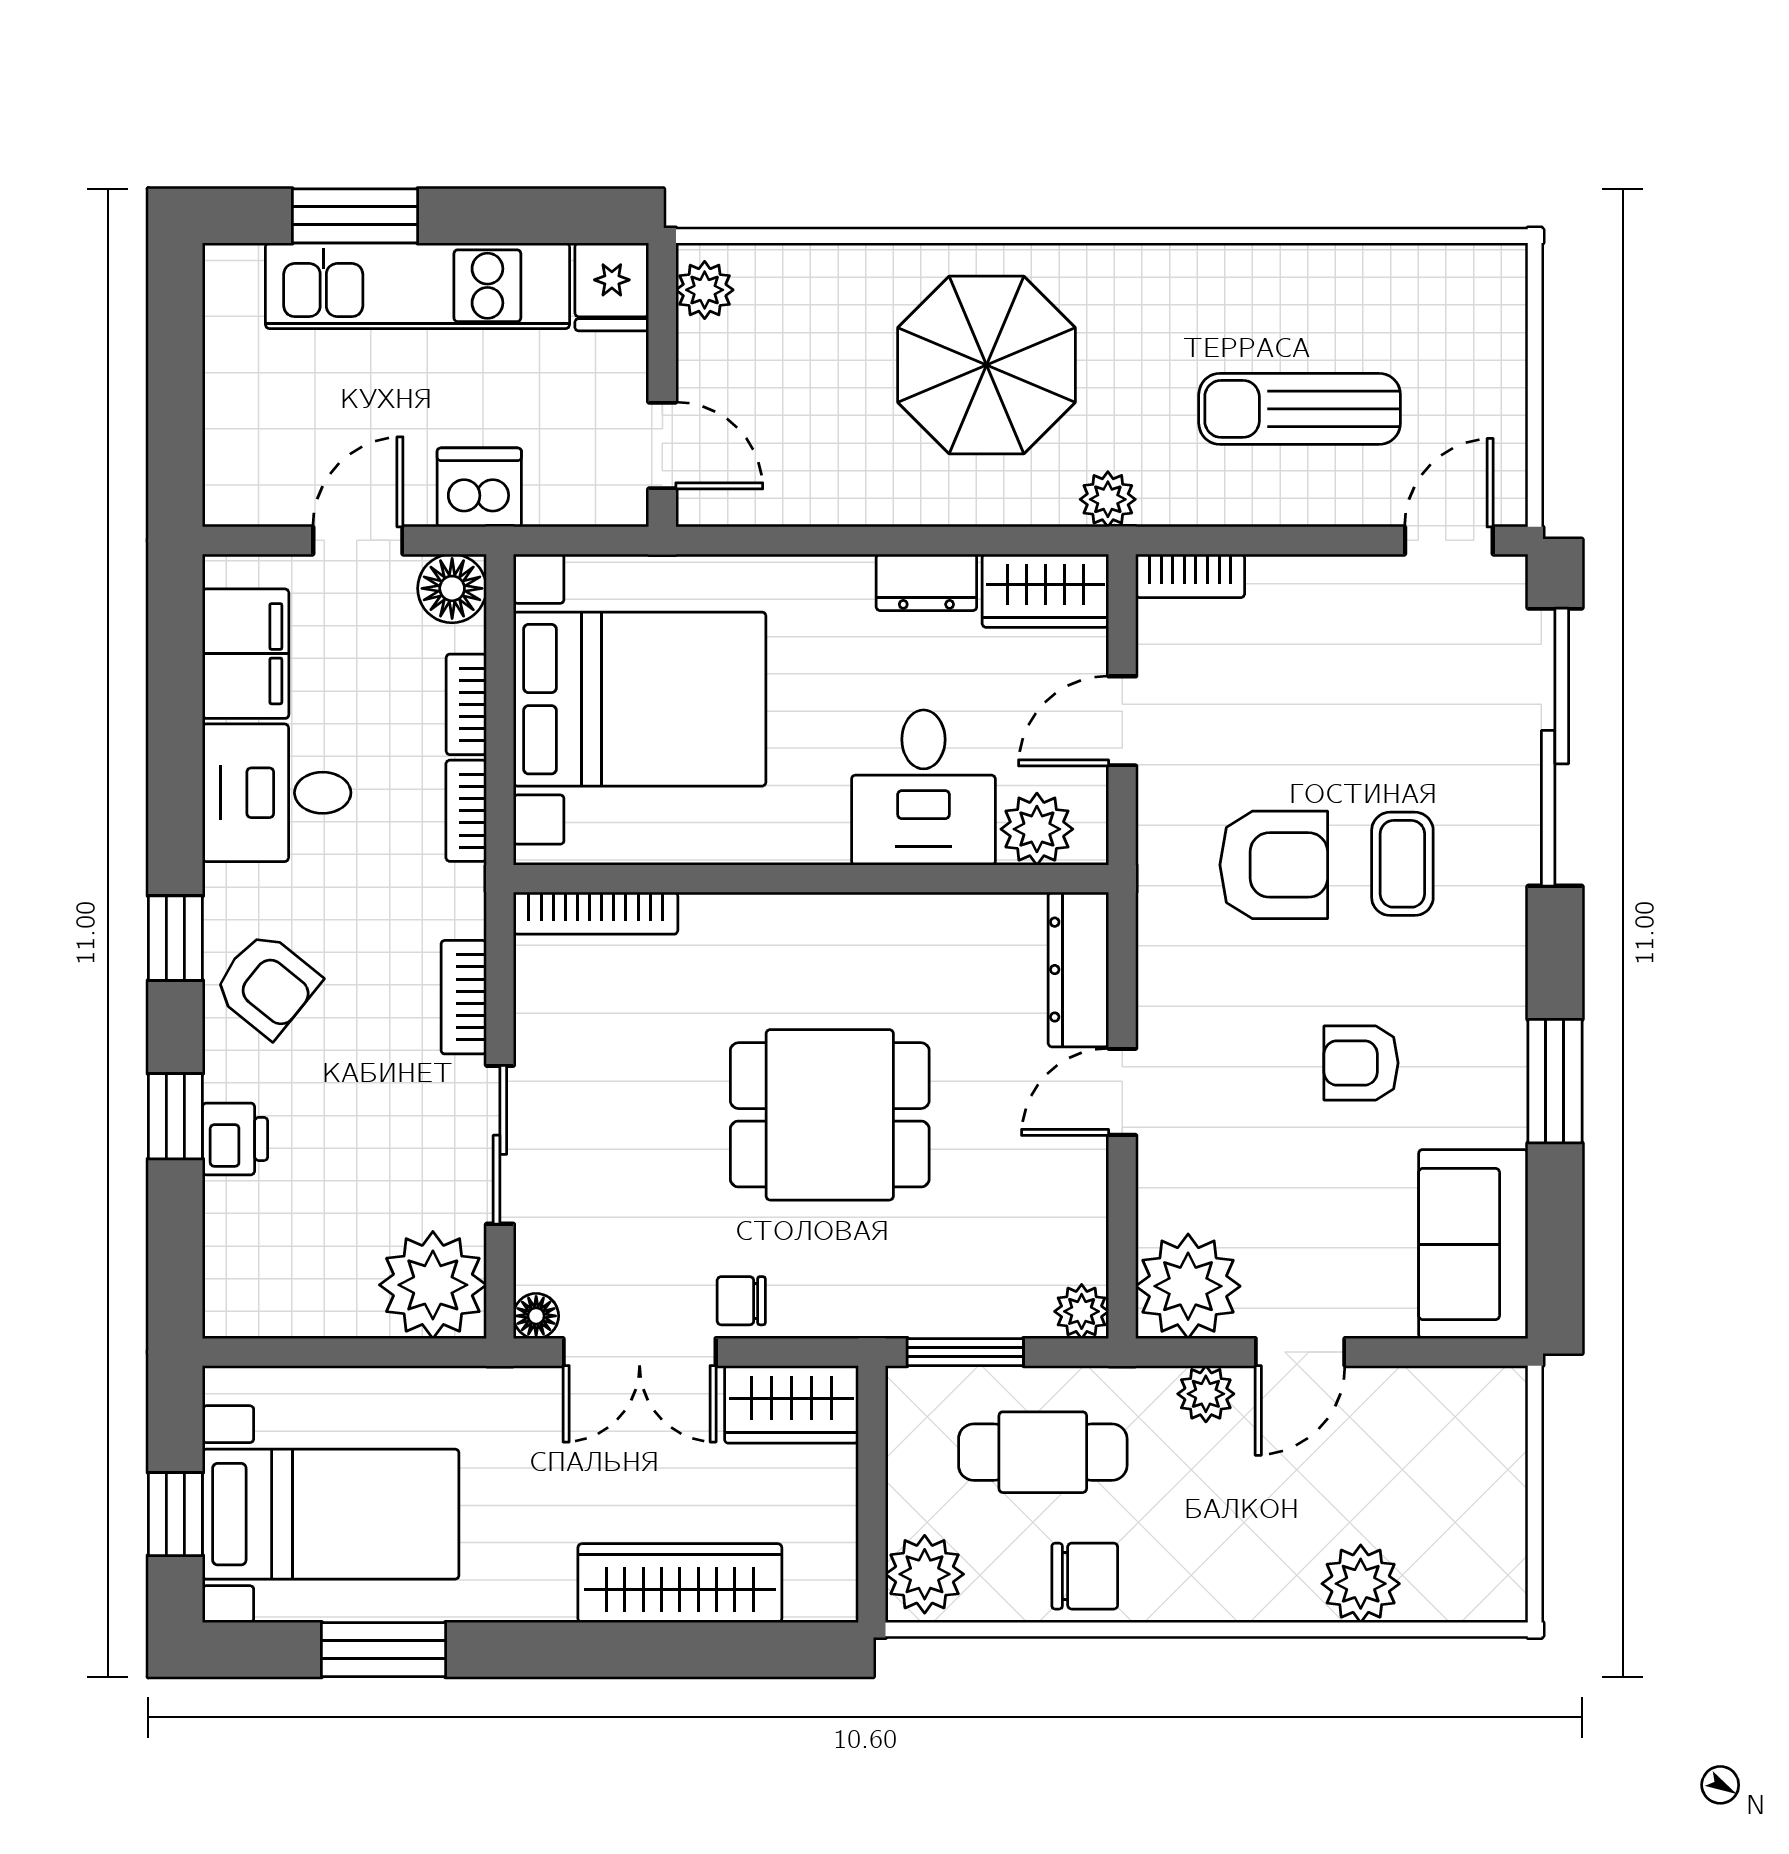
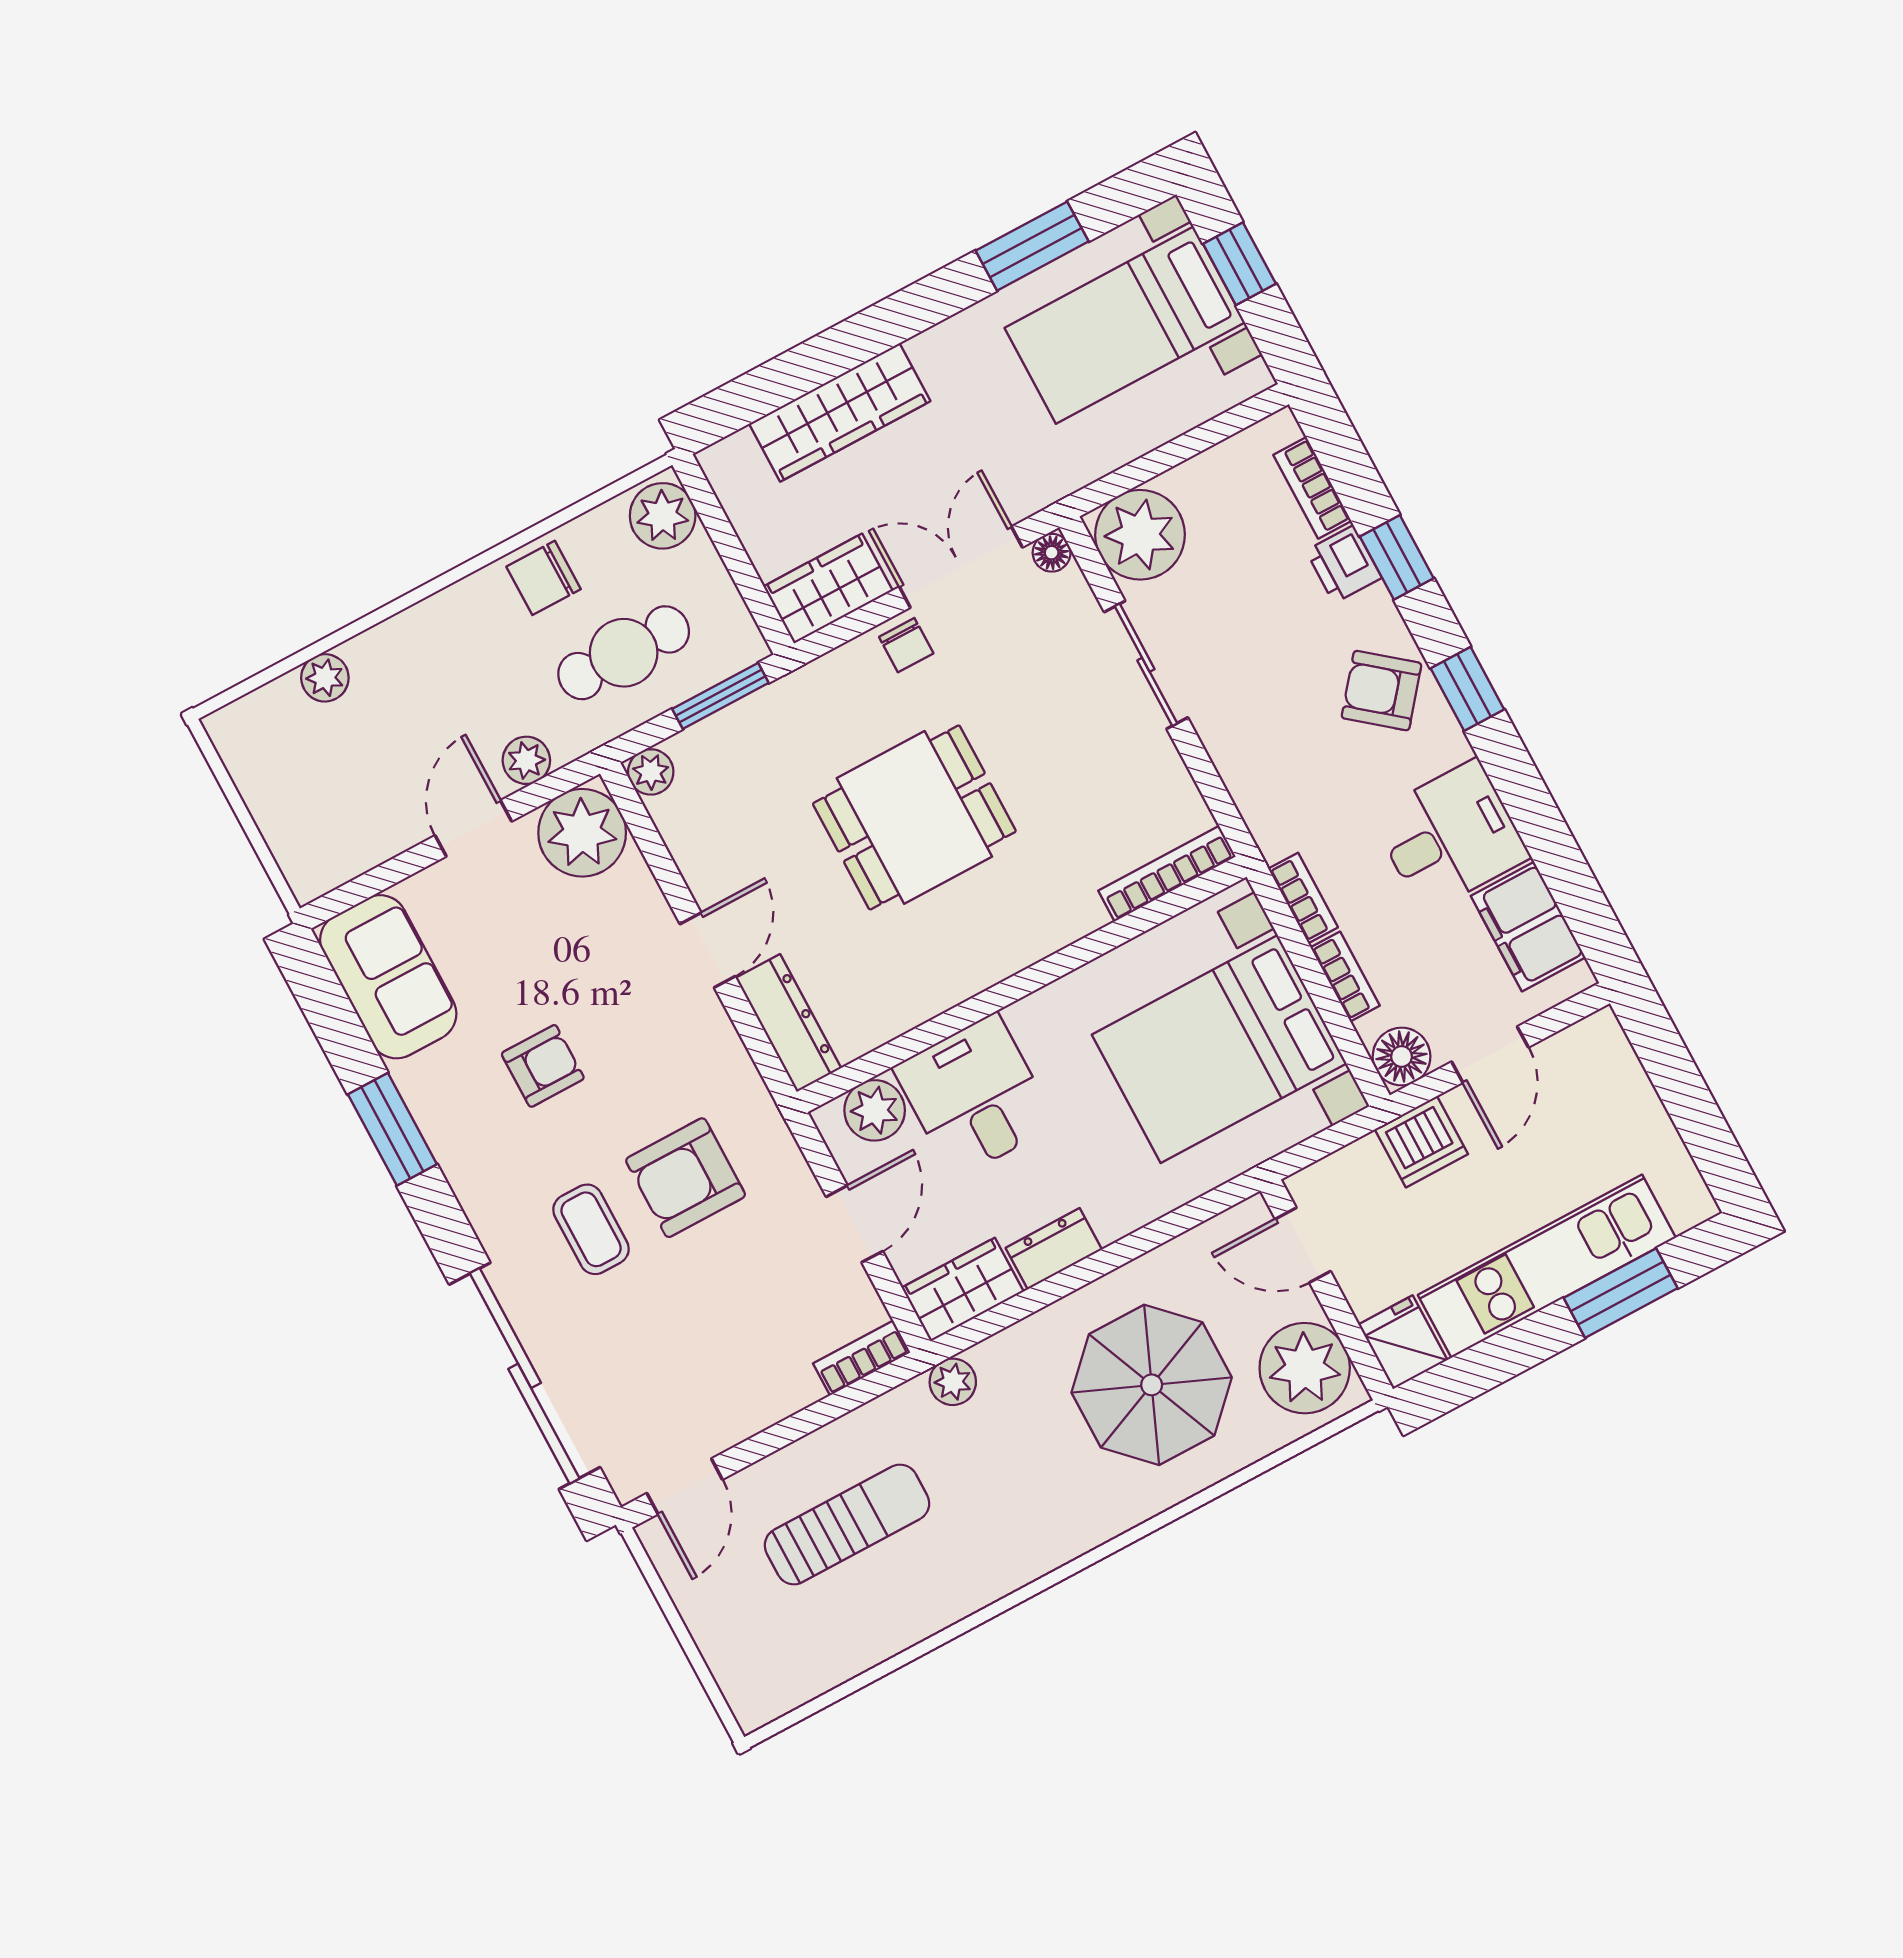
plant: (705, 290) -> (1305, 1368), width x1.88, depth x1.88
parasol: (987, 365) -> (1152, 1385), moved
bookcase: (464, 997) -> (1312, 488), moved, turned 180
chair: (741, 1301) -> (906, 645), turned 90
plant: (1361, 1584) -> (325, 678), width x0.73, depth x0.73

